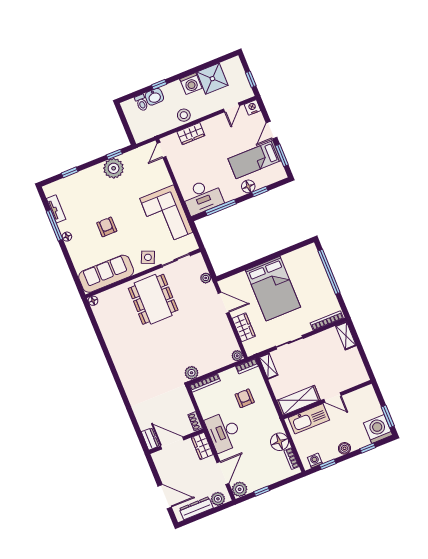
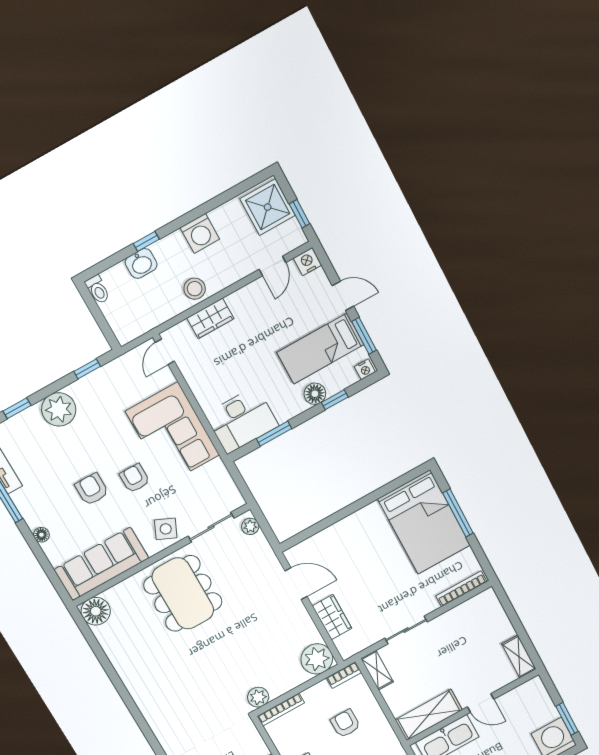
shower: (212, 79) -> (268, 207), moved
toilet: (142, 103) -> (98, 290), moved
door: (271, 130) -> (343, 296), swing flipped
plant: (114, 168) -> (59, 409), moved
nightstand: (280, 176) -> (365, 369), added
window: (221, 207) -> (274, 434), width x0.69
corner sofa: (166, 215) -> (172, 433), moved
armchair: (133, 224) -> (135, 478), added
floor lamp: (67, 237) -> (41, 535), moved
window: (329, 272) -> (458, 513), width x0.68
plant: (206, 278) -> (250, 526), moved
bed: (273, 289) -> (424, 522), moved
floor lamp: (93, 301) -> (96, 611), width x1.89, depth x1.89
shelving: (346, 336) -> (519, 657), moved
plant: (237, 356) -> (317, 659), width x1.87, depth x1.87

